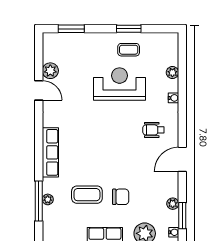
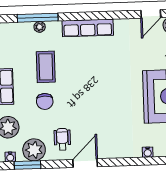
wheelchair: (153, 130) -> (62, 139), moved
door: (182, 159) -> (85, 163), hinge flipped
plant: (173, 204) -> (34, 150), width x1.87, depth x1.87

